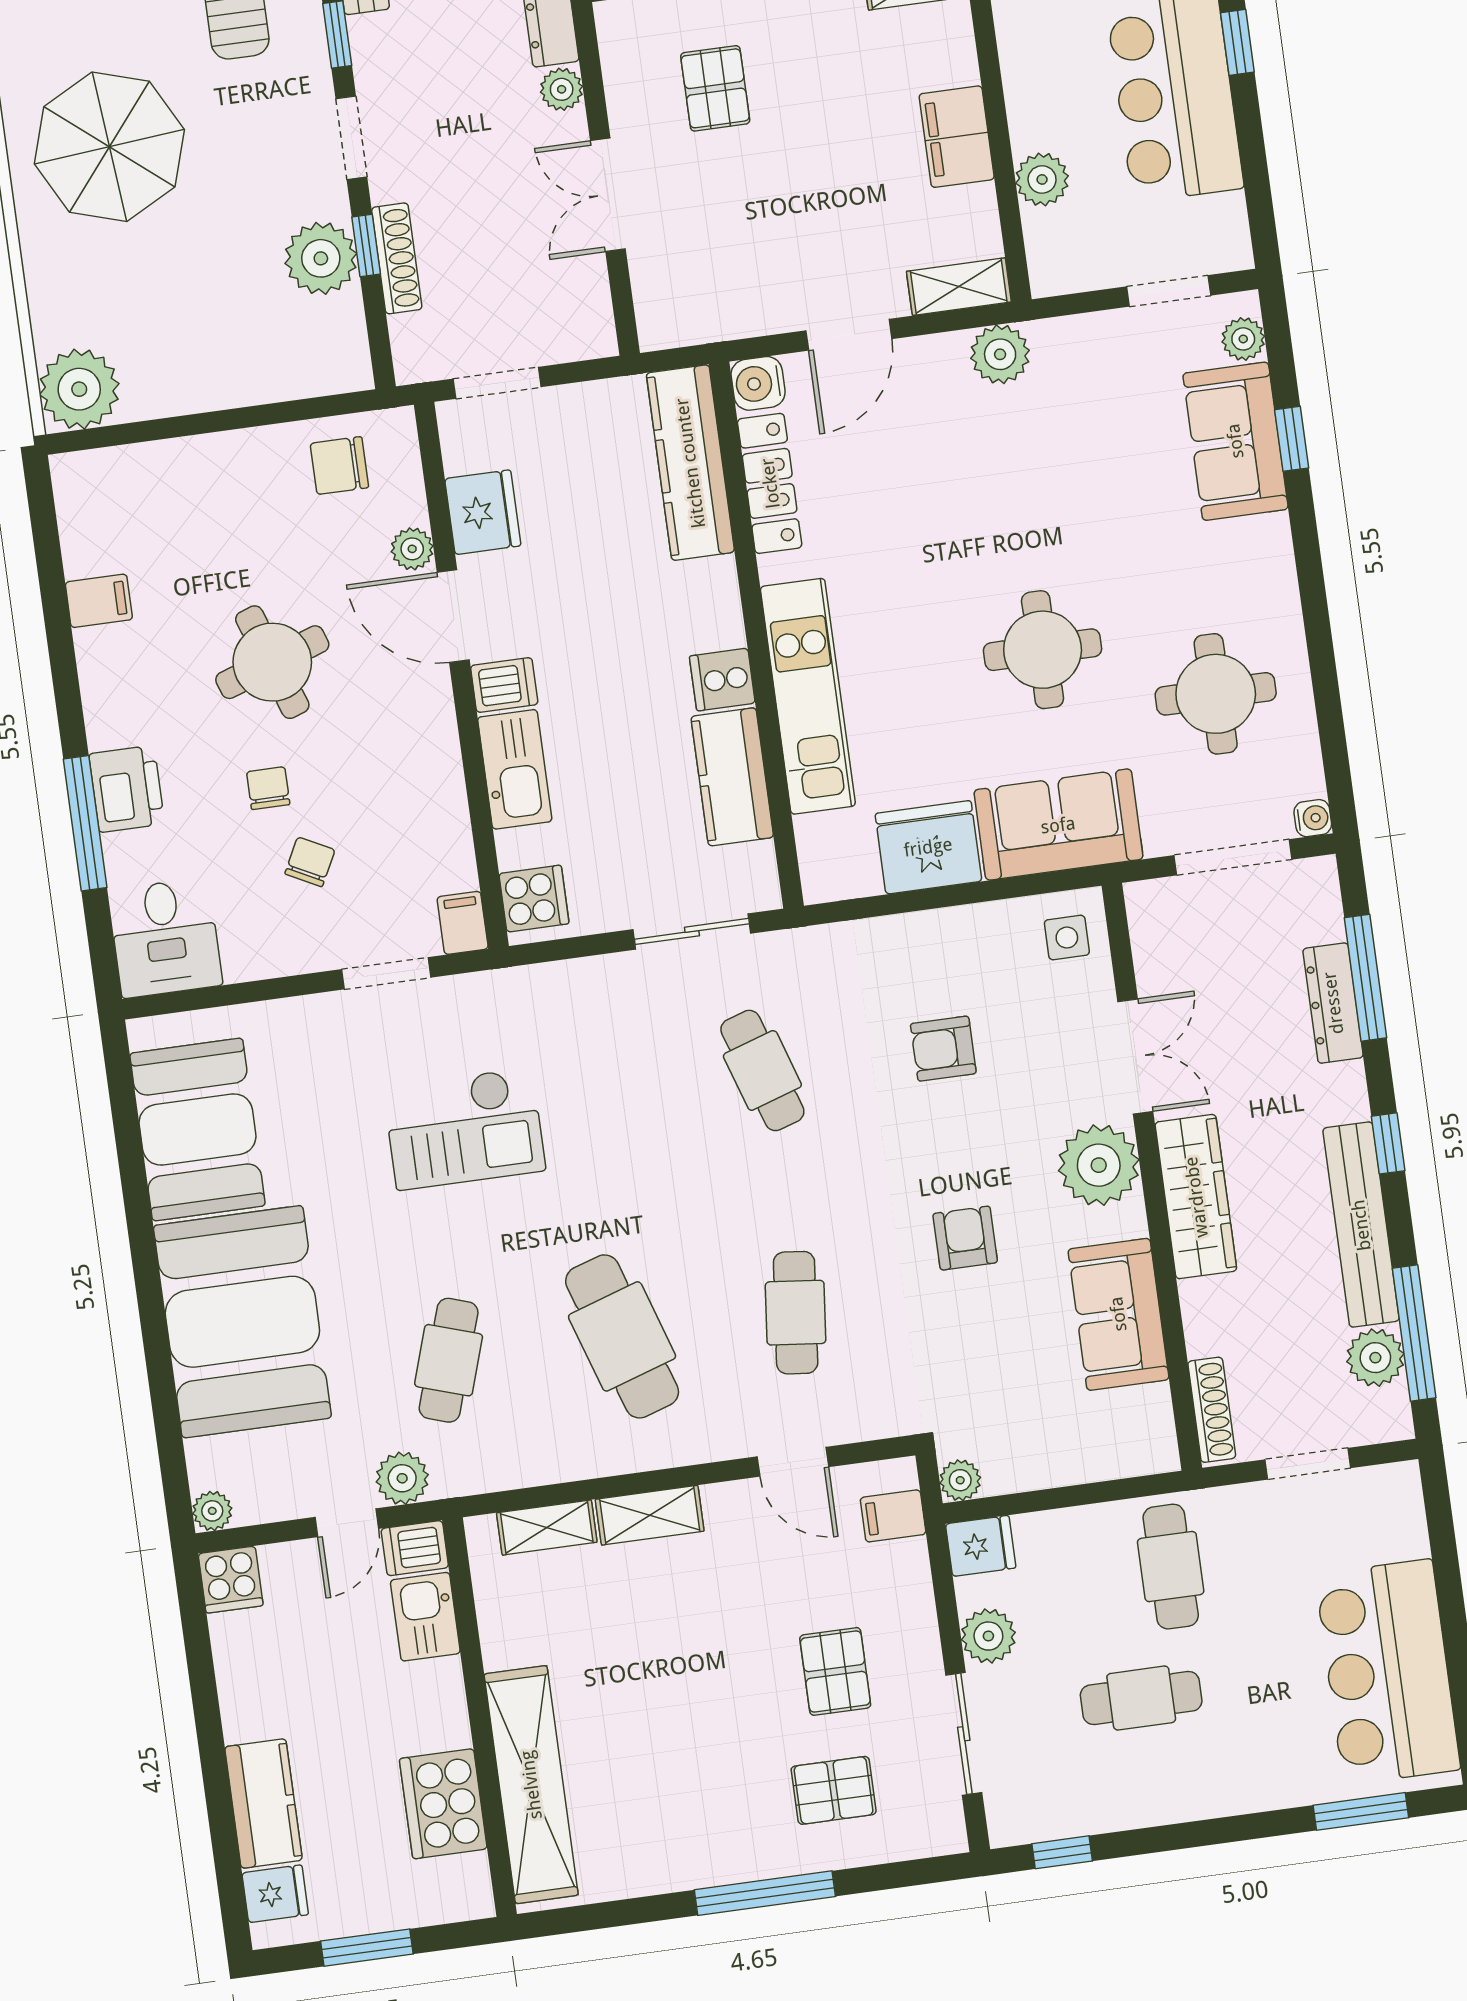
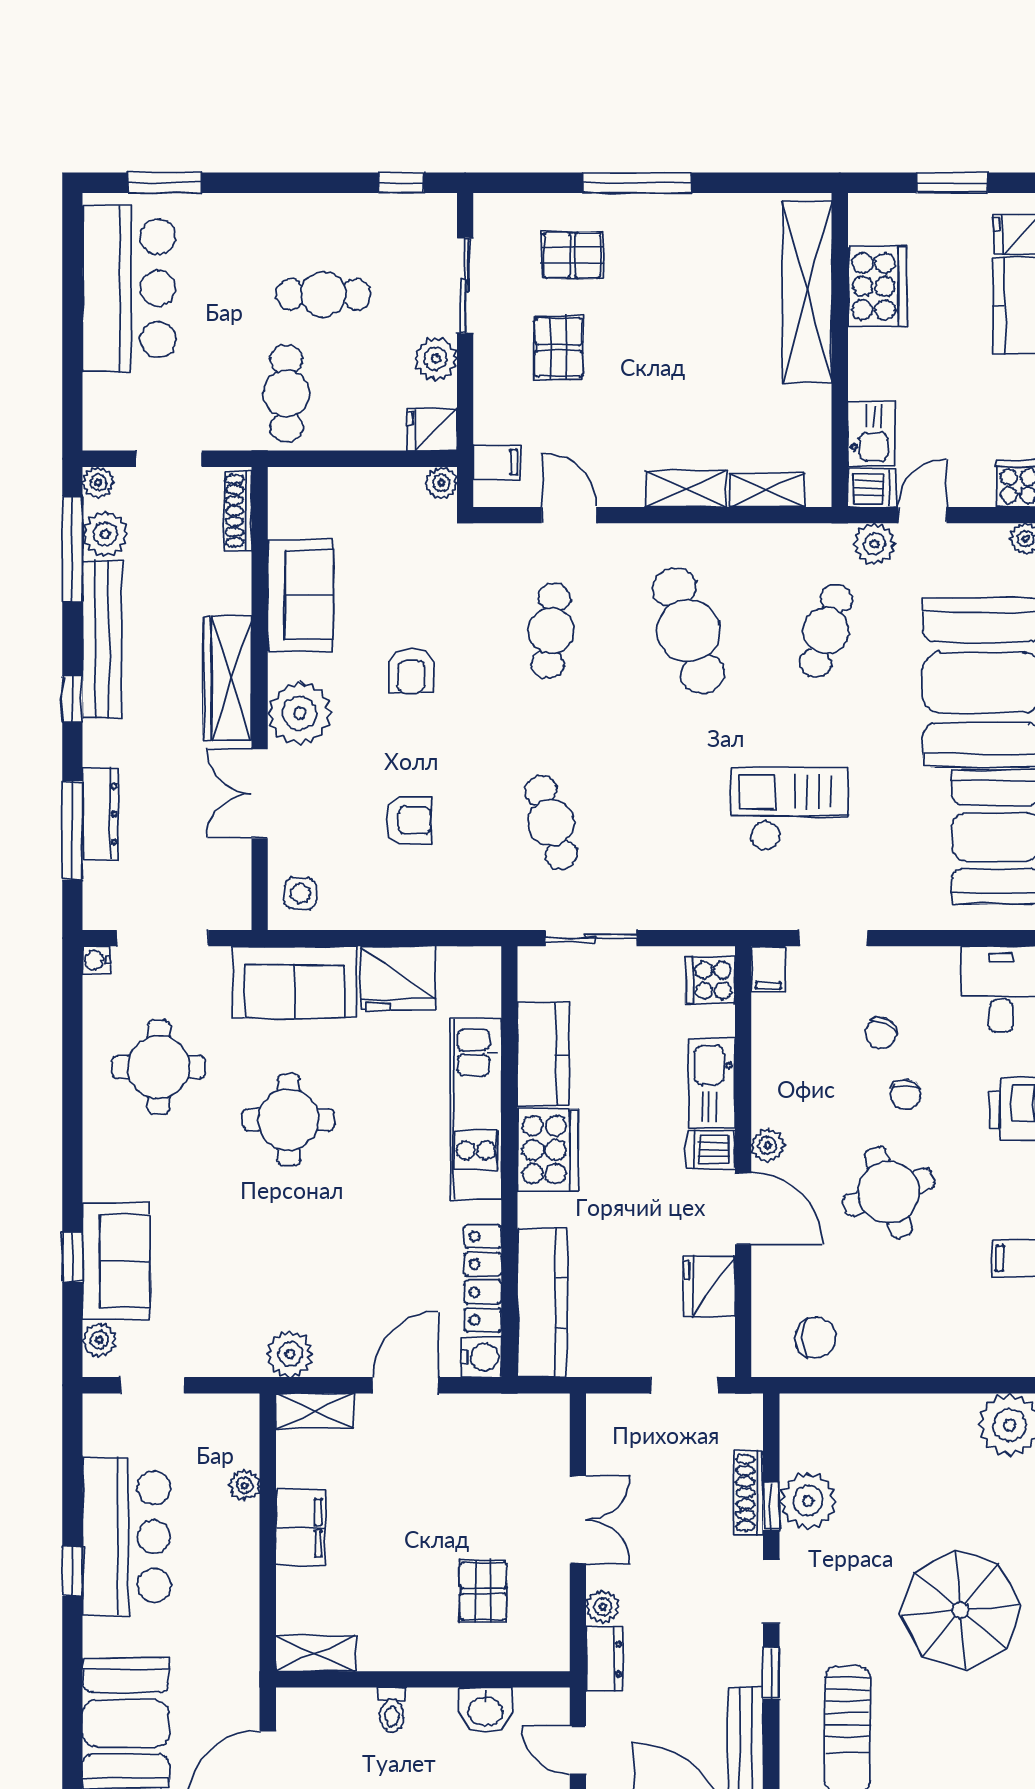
plant: (1042, 179) -> (244, 1485), width x0.73, depth x0.73
plant: (412, 549) -> (768, 1145), moved
cooker: (722, 680) -> (548, 1150), width x1.87, depth x1.31
plant: (1393, 1422) -> (98, 482), added

